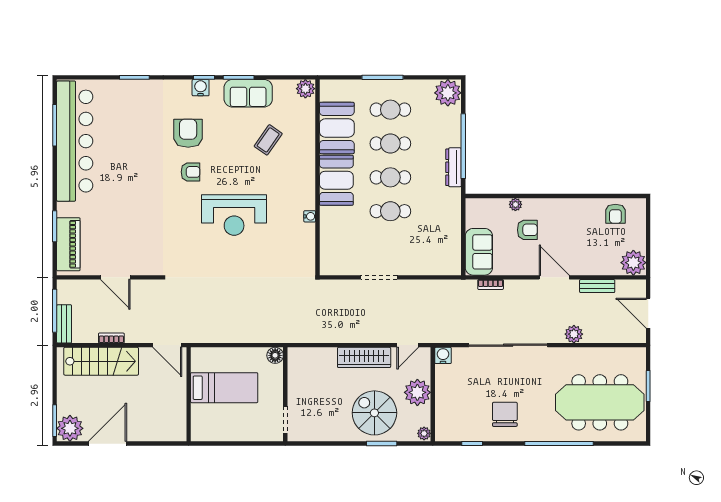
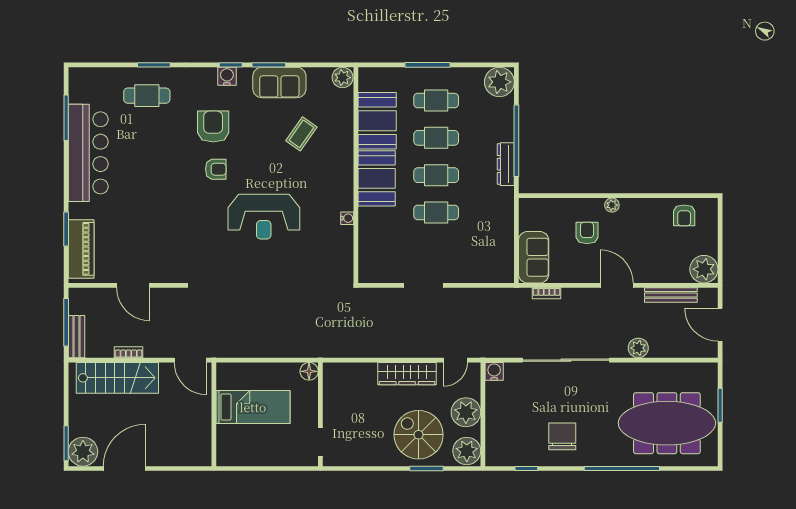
cafe table: (128, 105) -> (147, 96), added
bar counter: (75, 141) -> (88, 153), width x0.73
plant: (515, 204) -> (612, 205), moved
armchair: (527, 230) -> (587, 233), turned -90
bench: (597, 286) -> (671, 295), width x1.36
plant: (424, 433) -> (467, 451), width x1.87, depth x1.87

